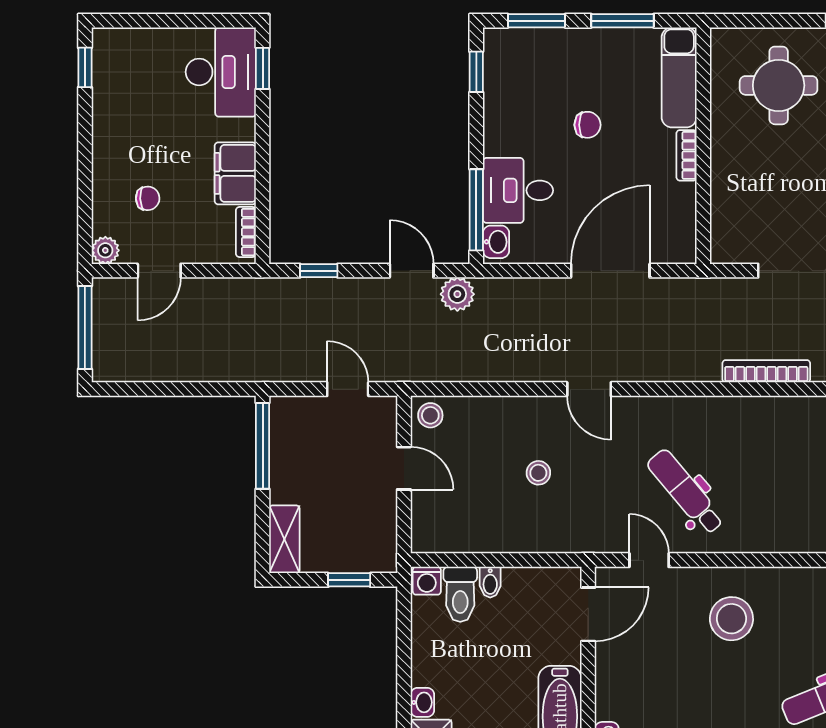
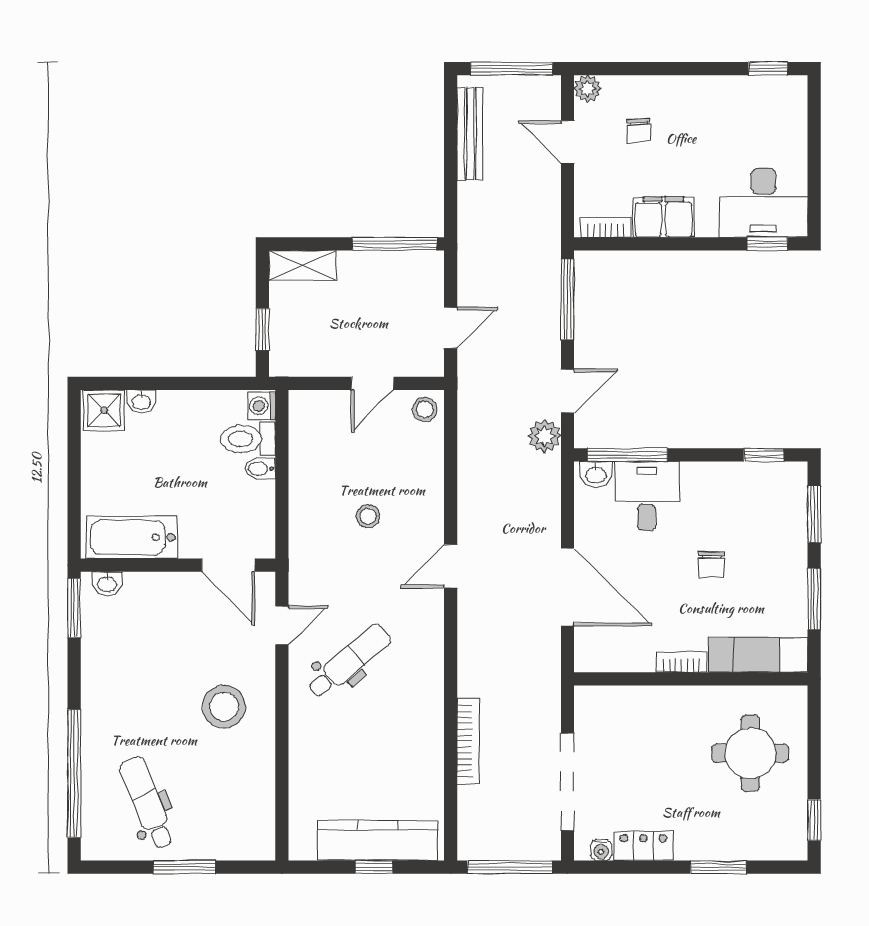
window: (319, 271) -> (567, 299), width x2.17
bench: (151, 369) -> (470, 134), added

